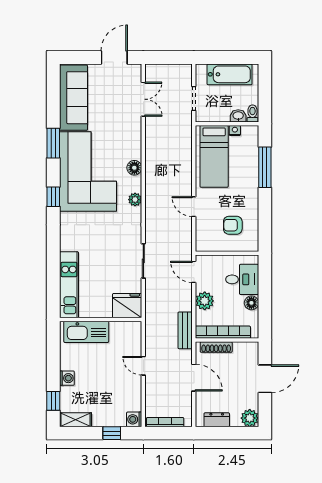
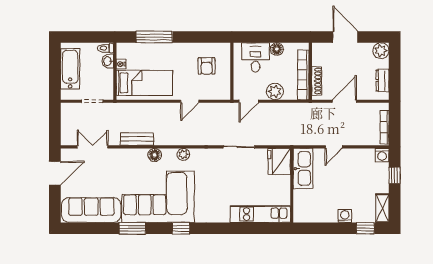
door: (114, 57) -> (55, 173), swing flipped
bench: (185, 330) -> (137, 139), moved
kitchen sink: (86, 332) -> (303, 169), moved

